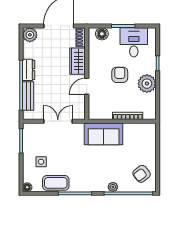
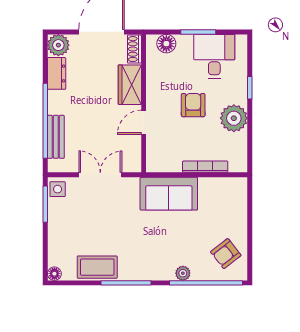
dresser: (29, 70) -> (57, 73), moved
side table: (41, 162) -> (58, 189), moved

